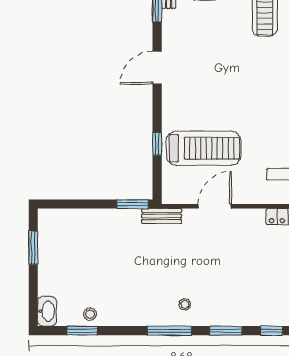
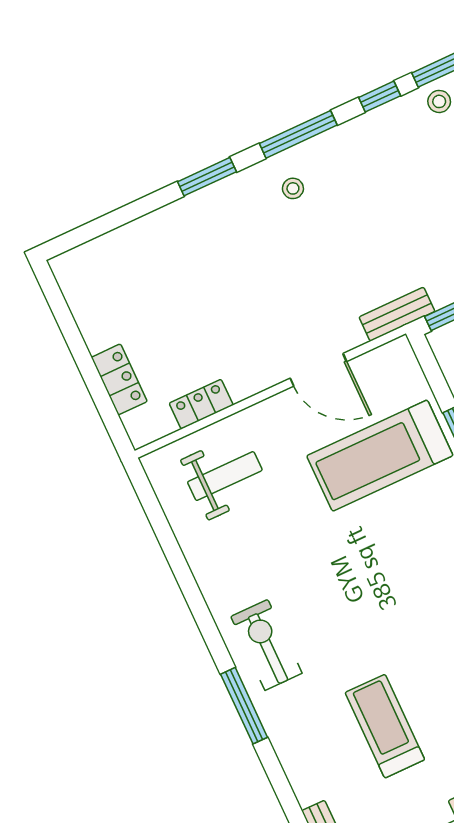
door: (215, 206) -> (318, 370), hinge flipped
window: (271, 331) -> (380, 97), moved

